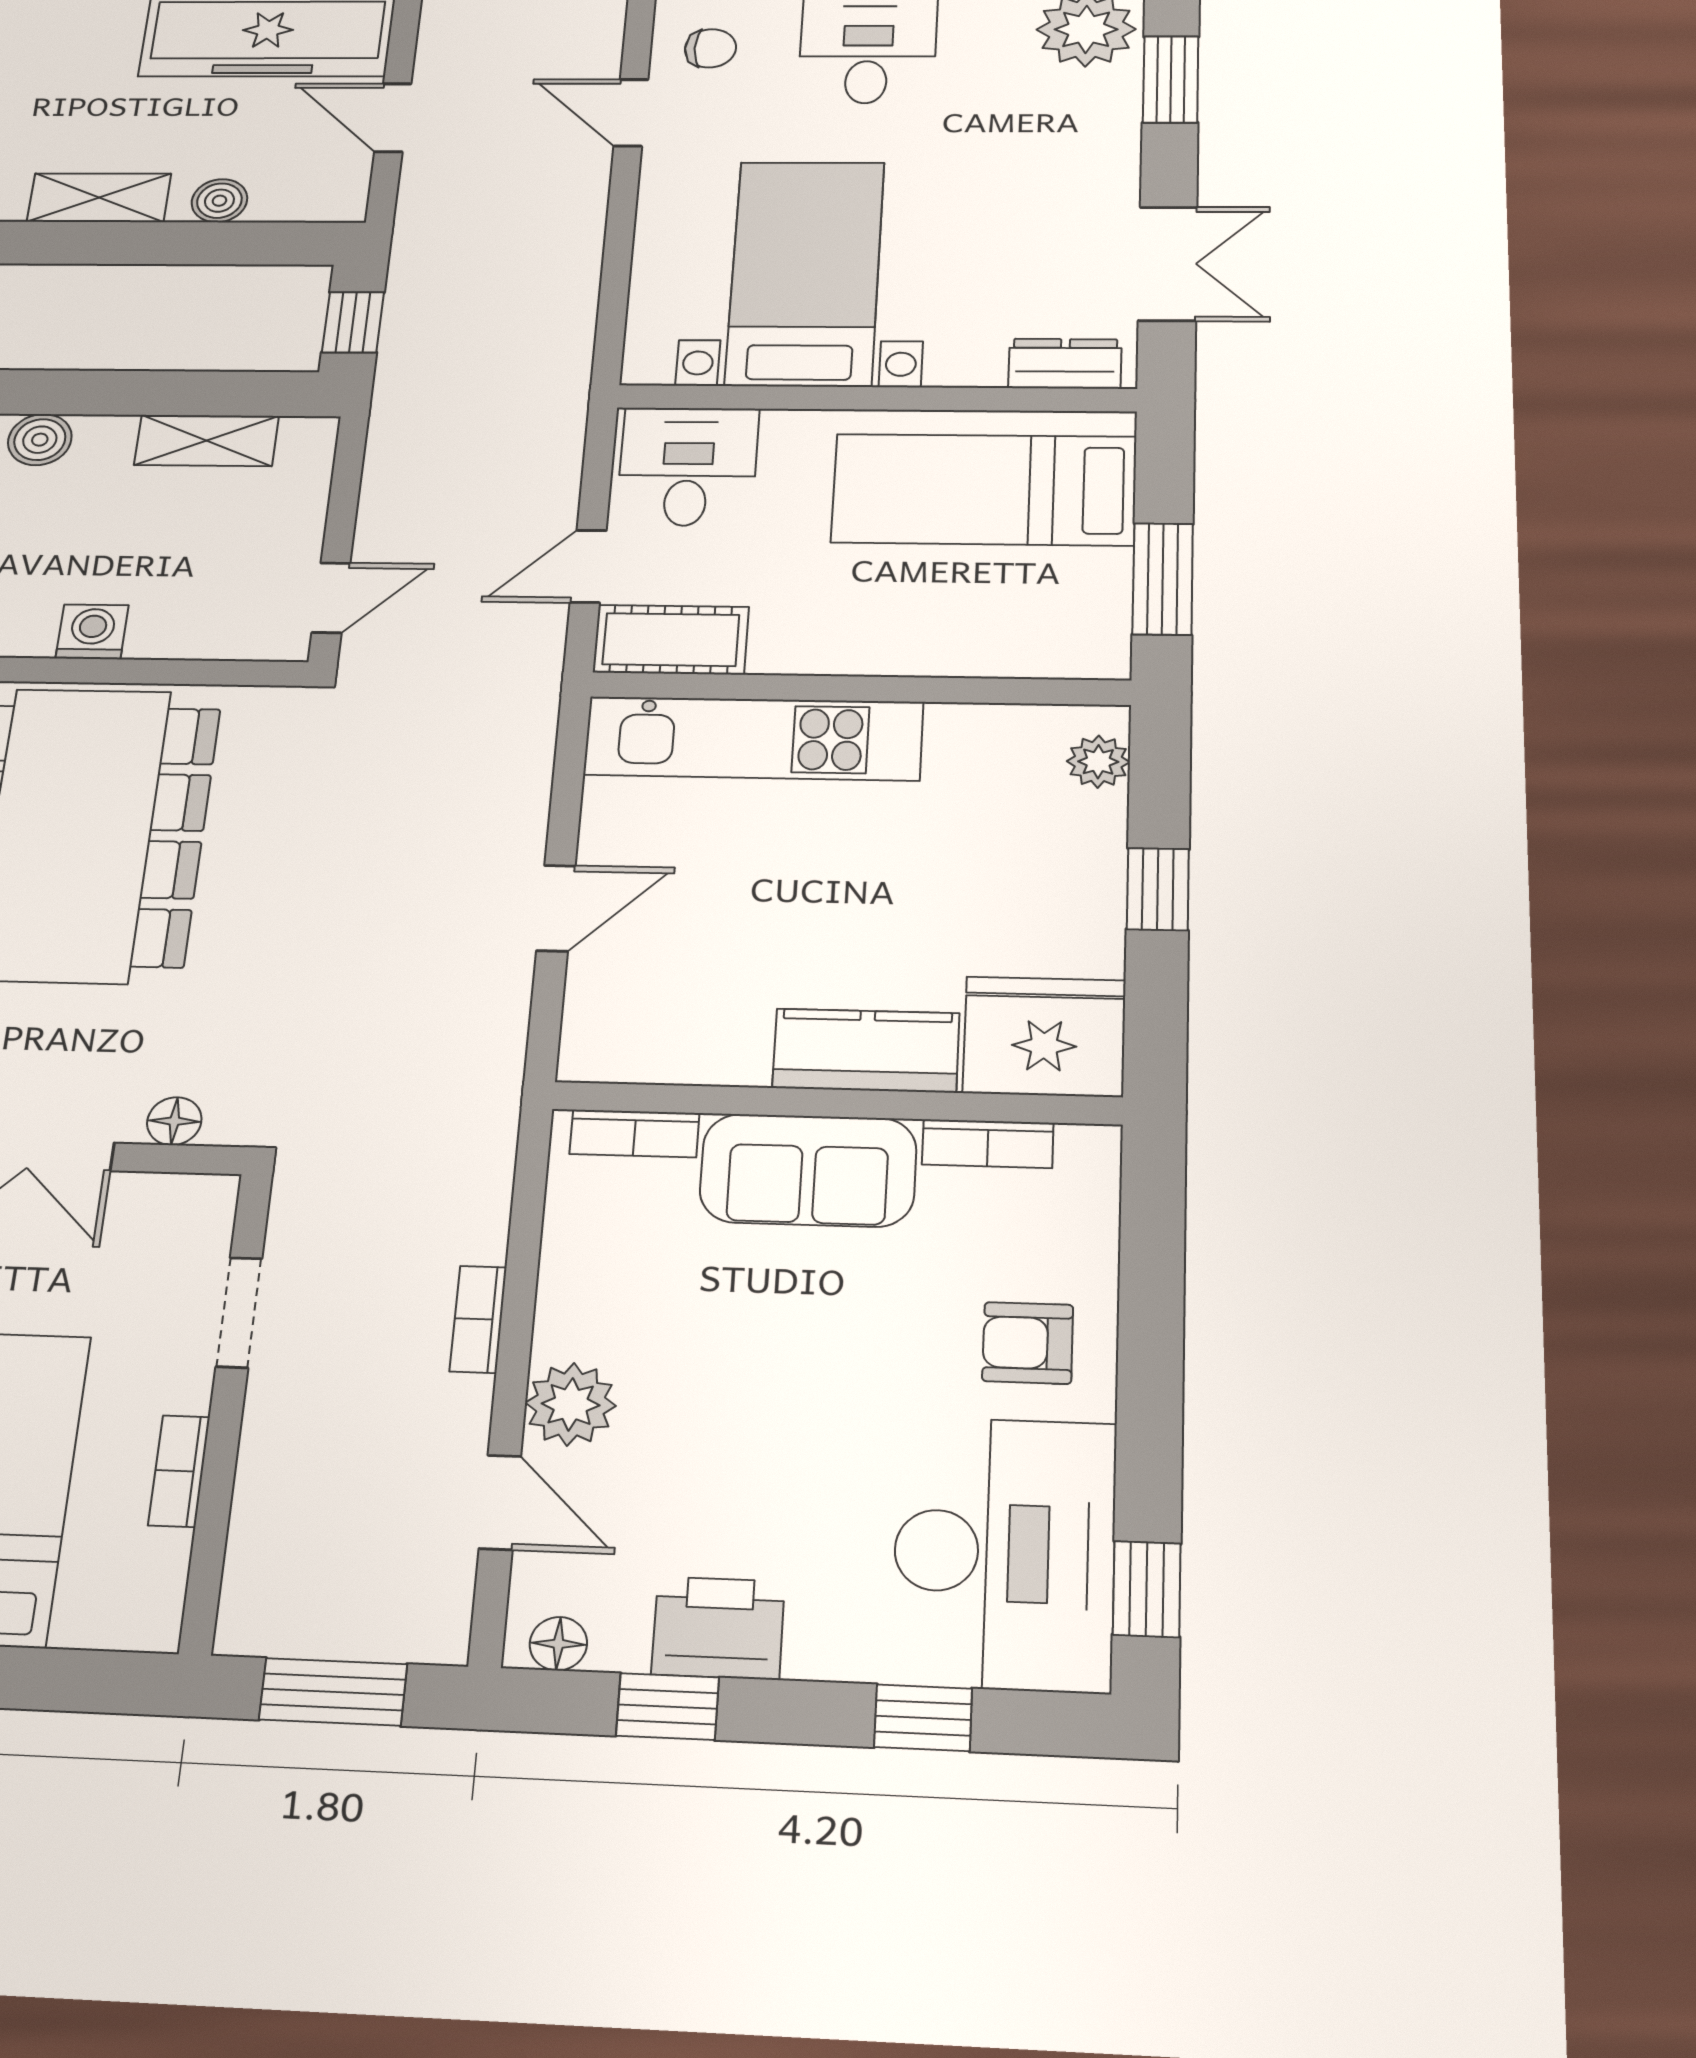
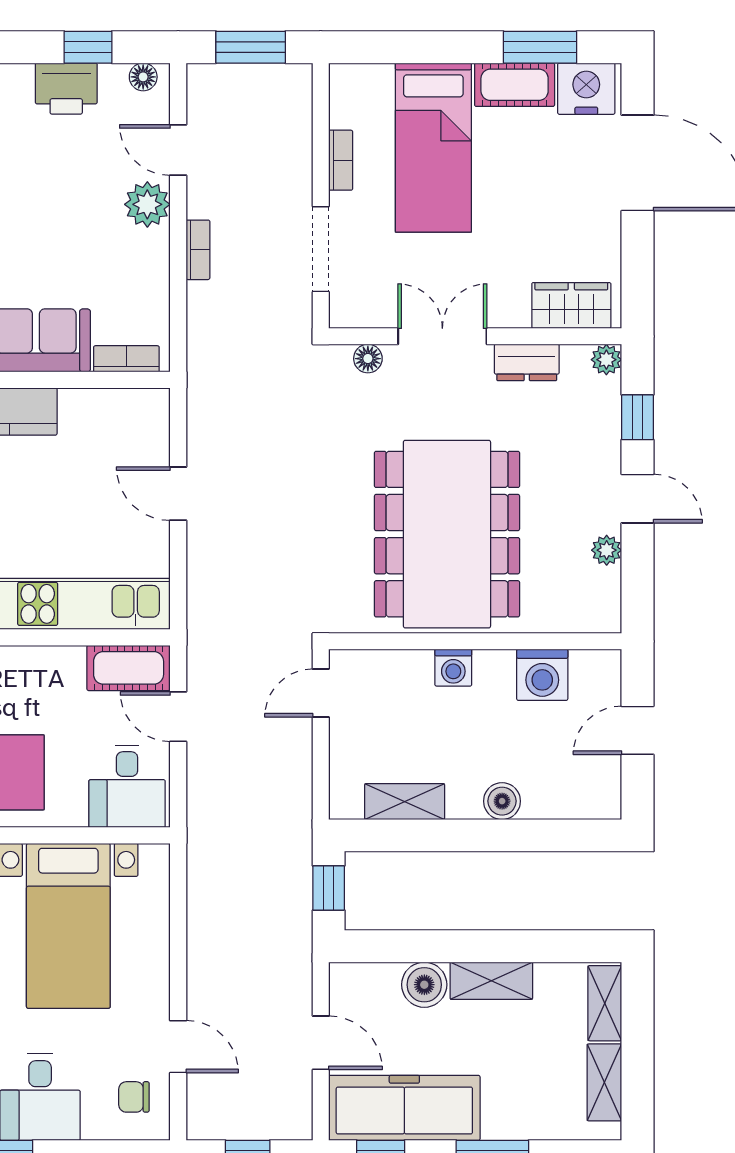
boiler: (219, 201) -> (424, 985), width x1.36, depth x1.36
door: (588, 566) -> (178, 717), swing flipped
door: (556, 908) -> (178, 494), hinge flipped
doorway: (239, 1312) -> (321, 249), width x1.38

